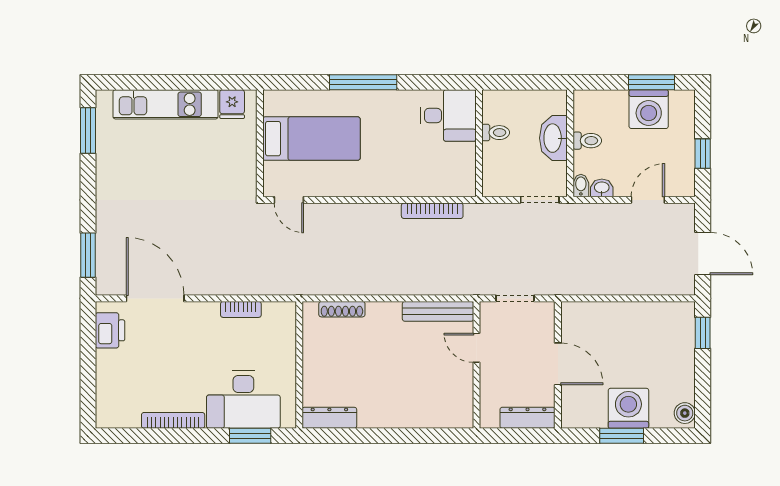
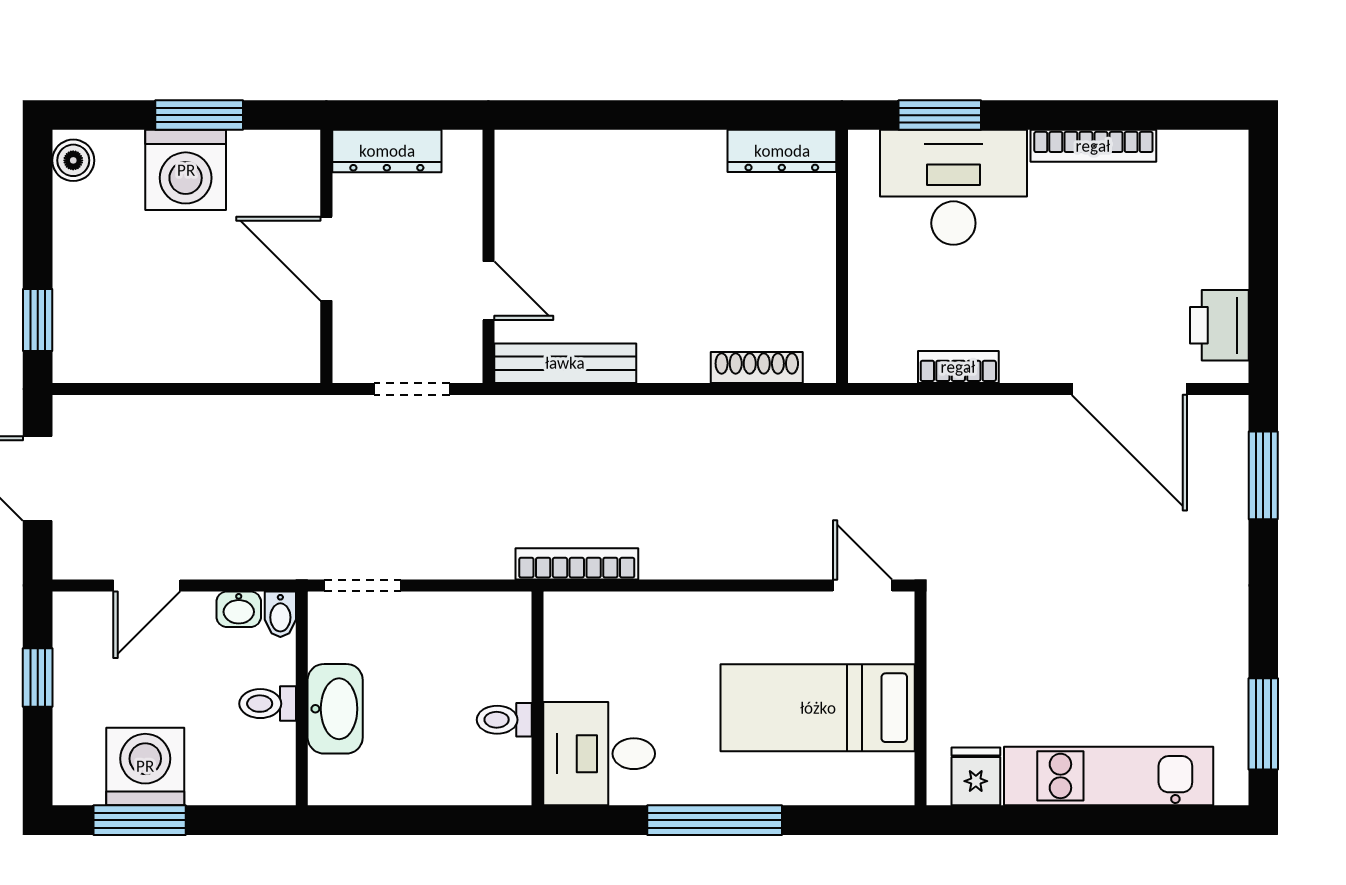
desk: (448, 115) -> (599, 754), moved
toilet: (496, 133) -> (504, 720), moved
wall: (479, 143) -> (538, 698), moved

